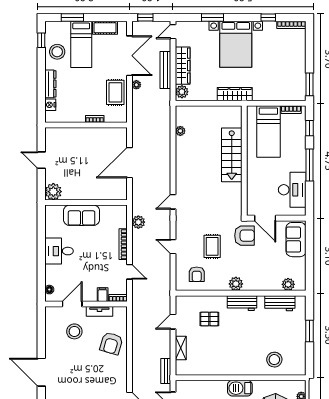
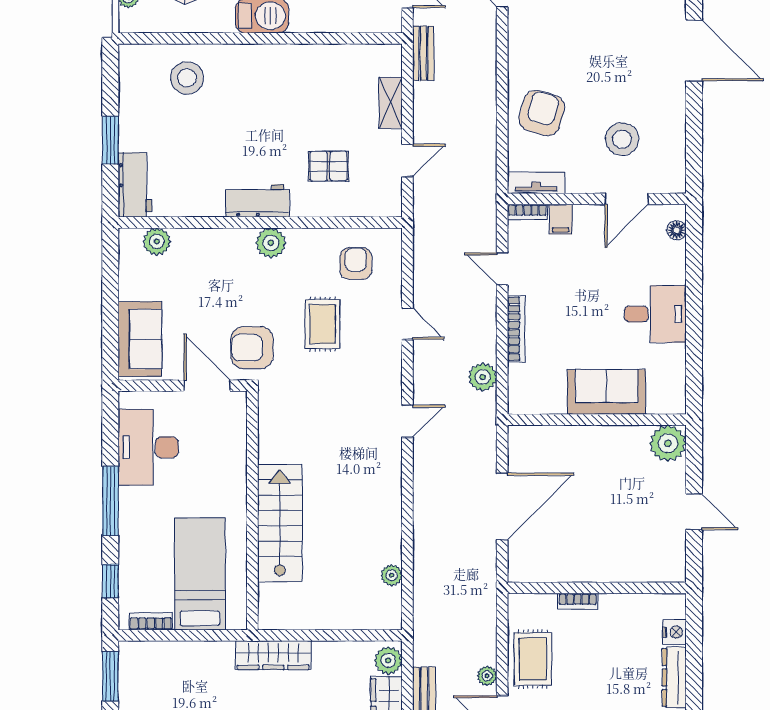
workbench: (280, 303) -> (135, 185), moved, turned 90
tv unit: (99, 311) -> (536, 183), moved

